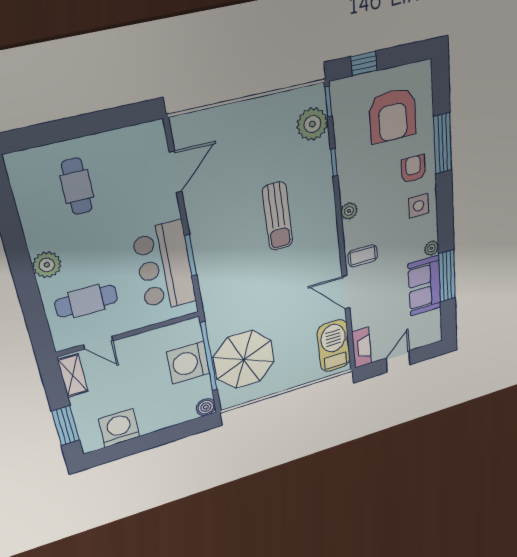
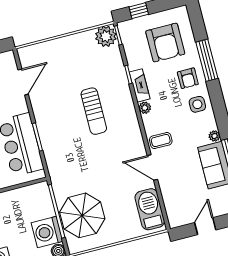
plant: (312, 124) -> (106, 36), moved
armchair: (413, 169) -> (188, 78), turned 180
fireplace: (362, 348) -> (140, 85), moved
washing machine: (188, 363) -> (47, 232), moved

